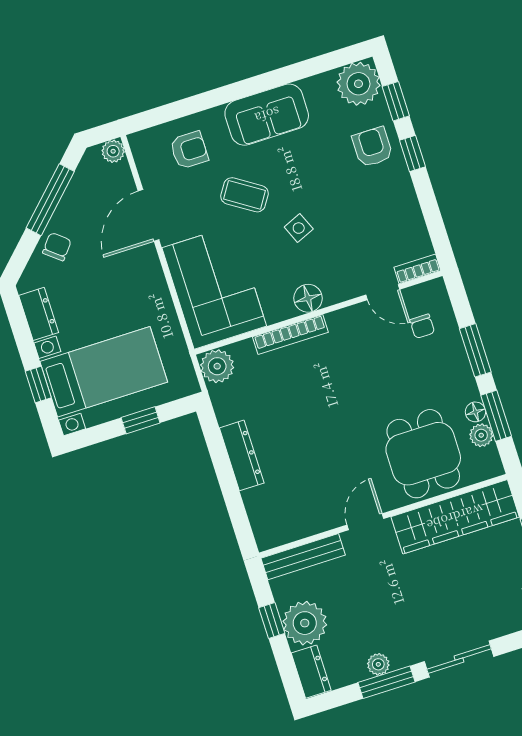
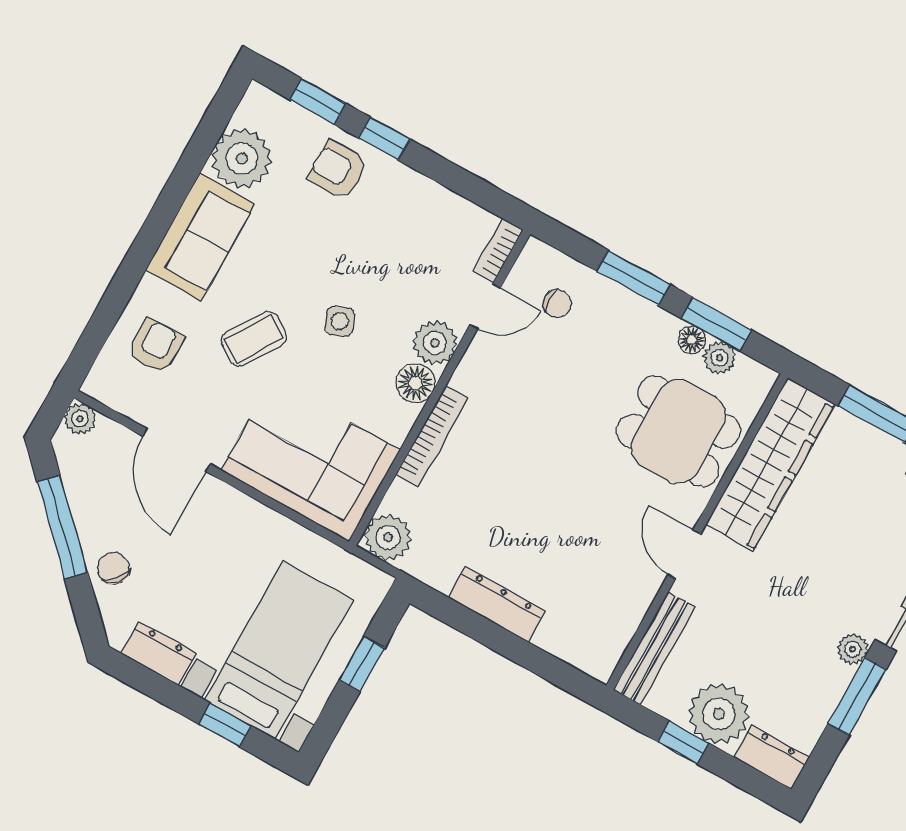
plant: (358, 84) -> (242, 159), moved
plant: (338, 287) -> (435, 343), added
plant: (378, 664) -> (853, 649), moved

